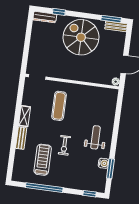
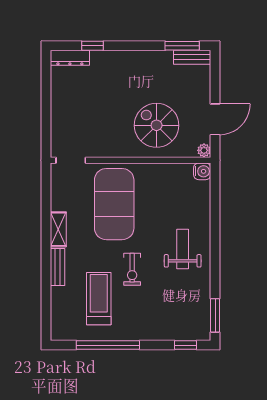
spiral stairs: (81, 37) -> (157, 125), moved, width x0.73, depth x0.73
exercise mat: (59, 106) -> (114, 204), width x2.00, depth x1.45
water cooler: (104, 163) -> (202, 171), moved
window: (110, 169) -> (215, 315), moved

